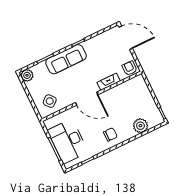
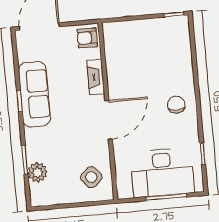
sofa: (66, 59) -> (34, 94), moved
plant: (27, 75) -> (37, 172), moved
plant: (141, 126) -> (180, 54), removed

